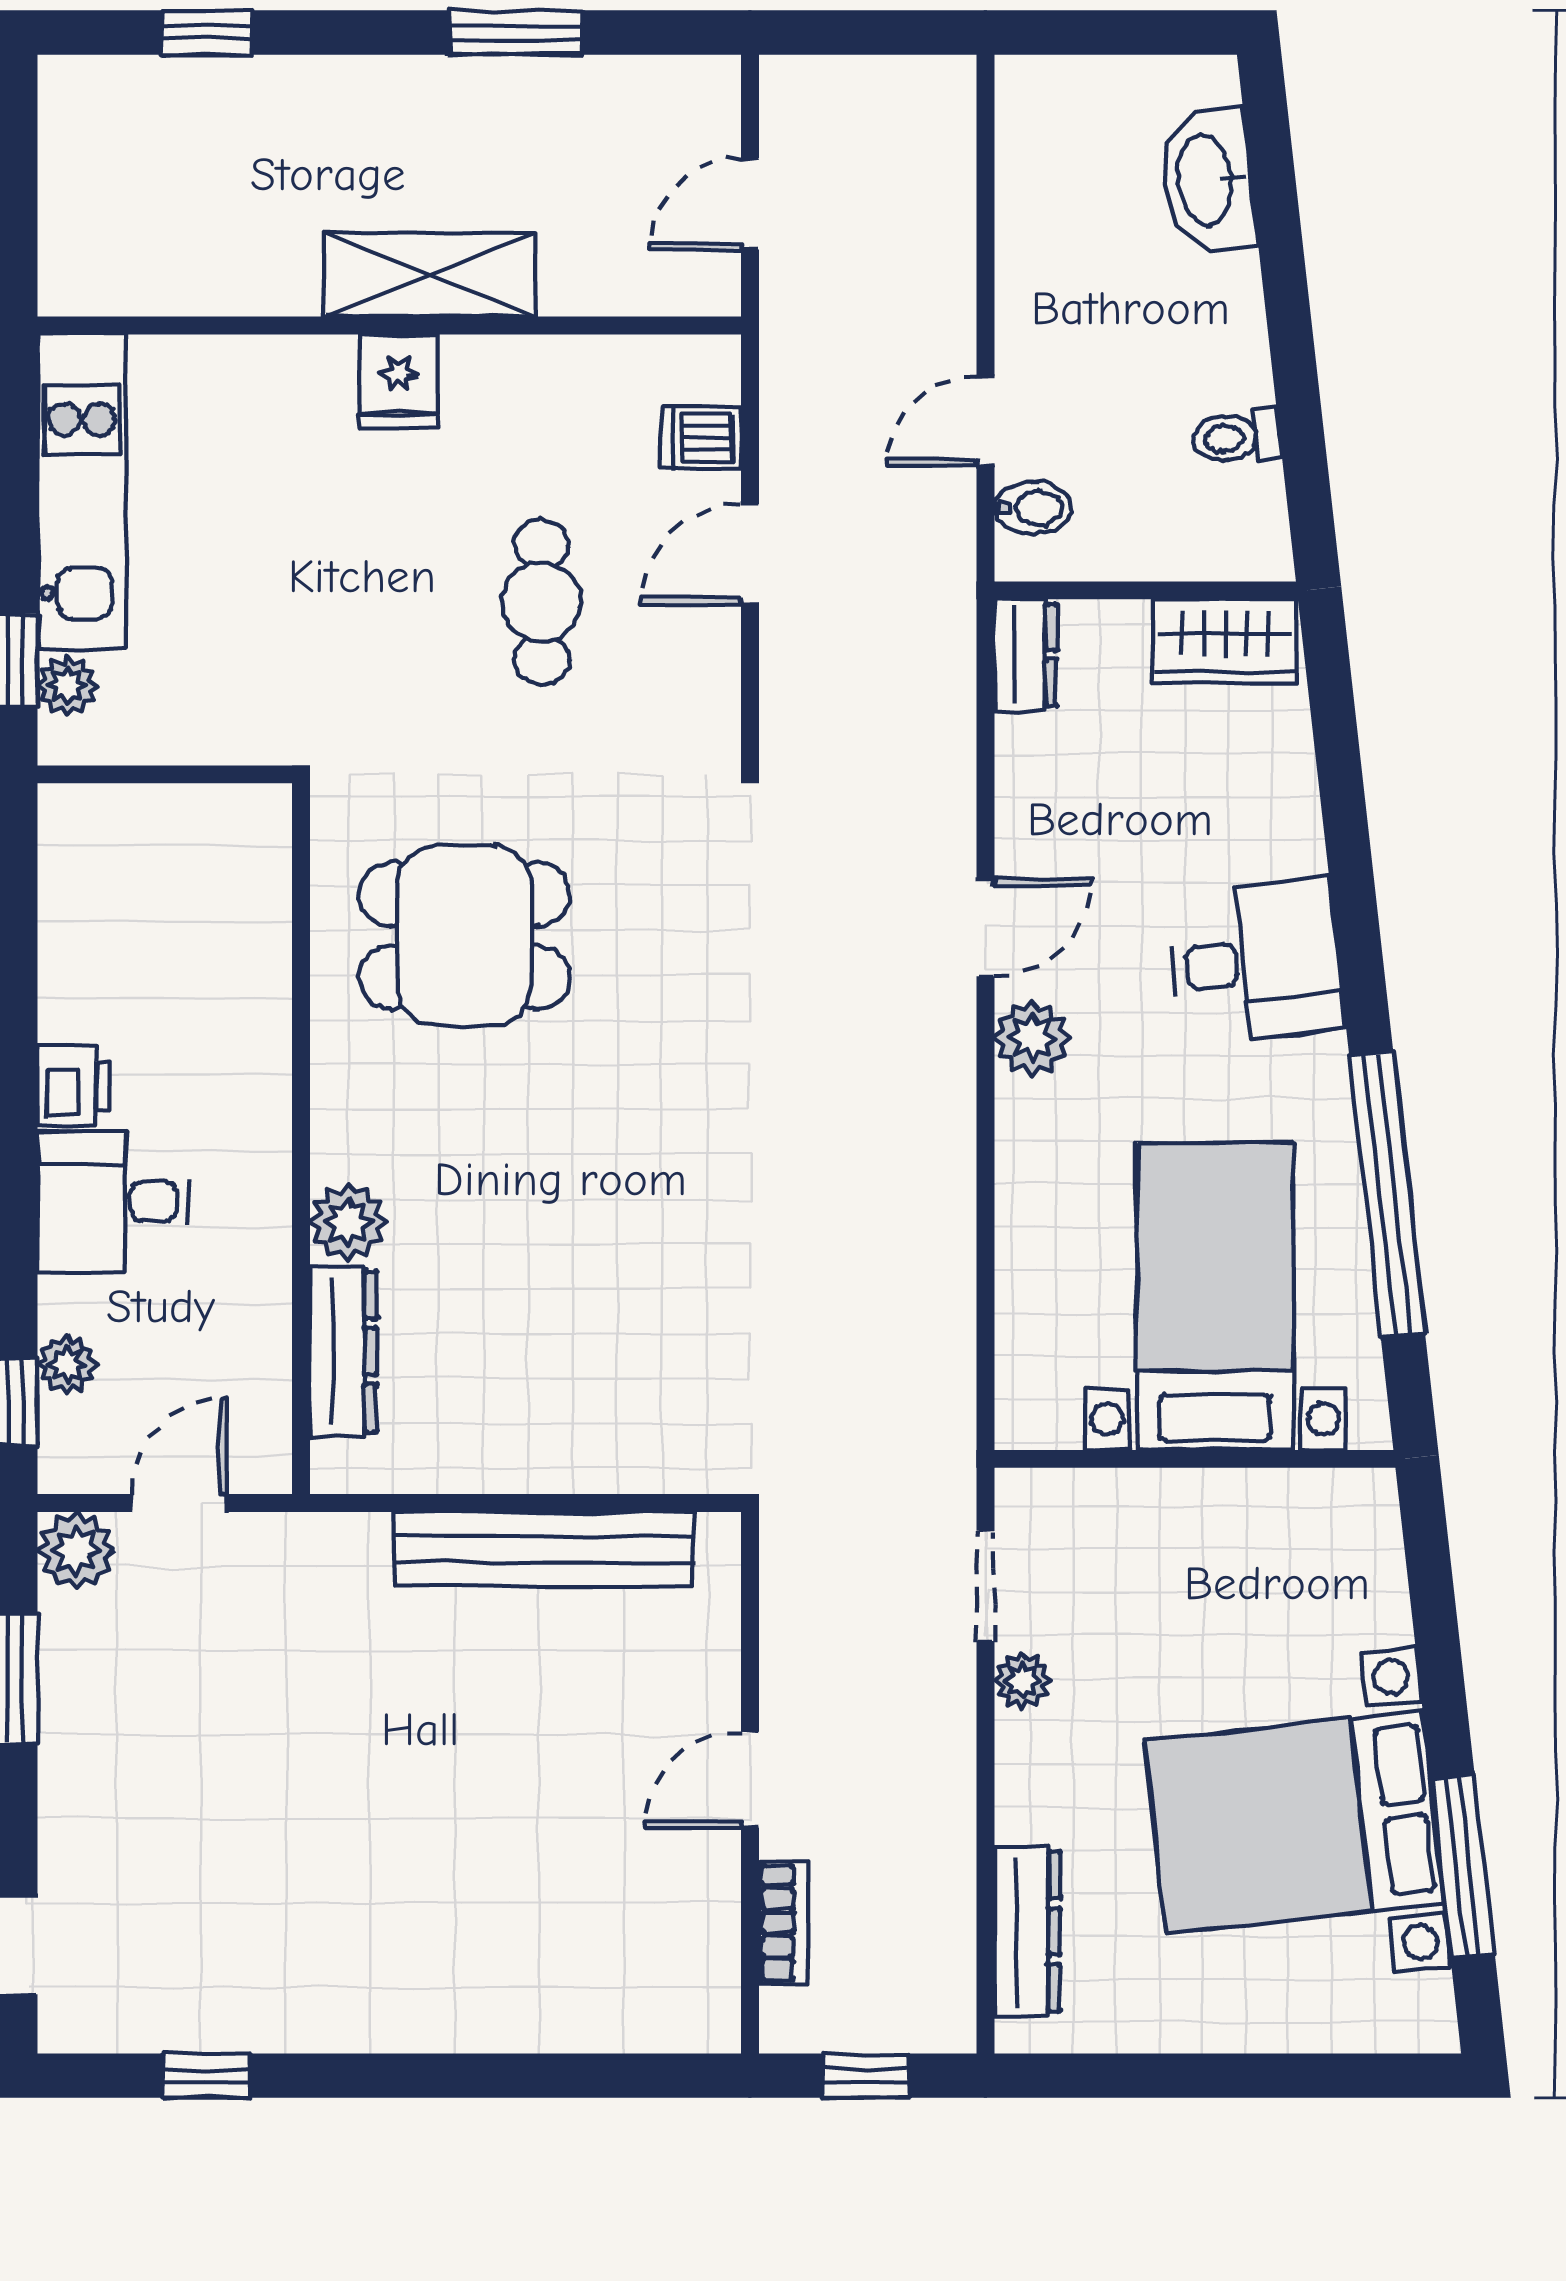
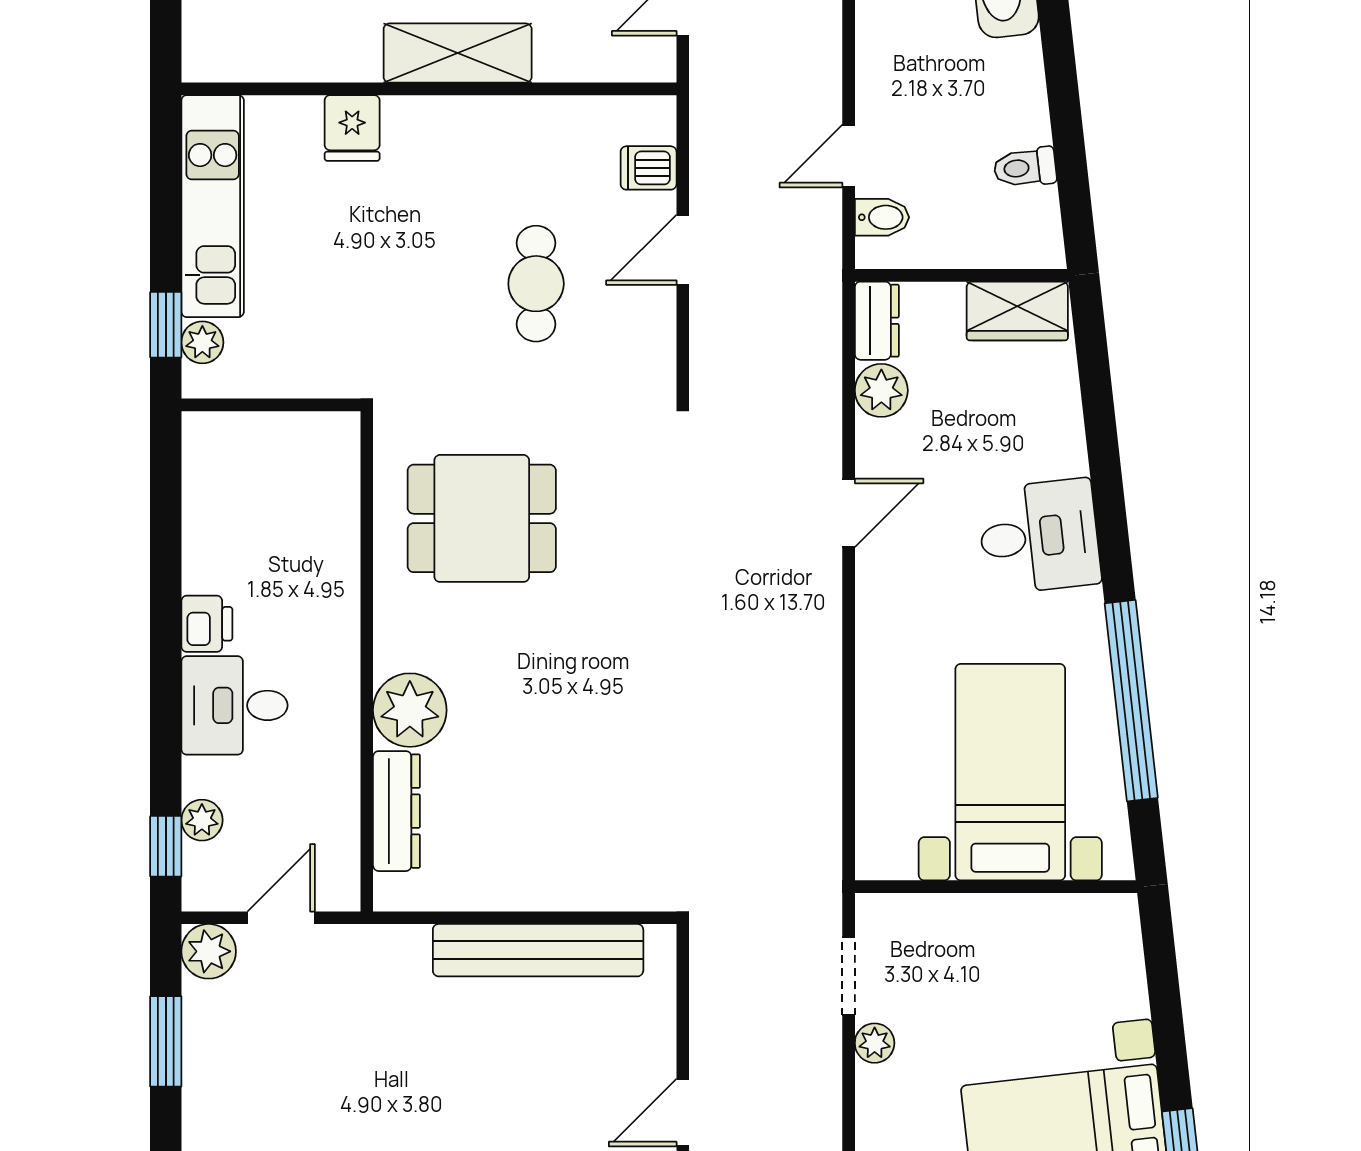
fridge: (399, 381) -> (352, 128), moved
plant: (1032, 1038) -> (881, 390), moved
plant: (348, 1222) -> (410, 710), width x1.36, depth x1.36

